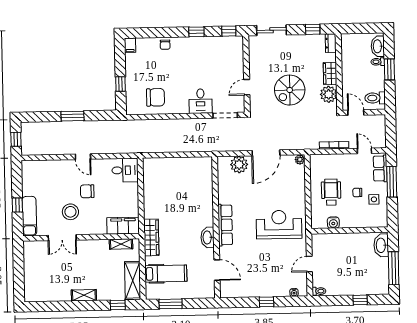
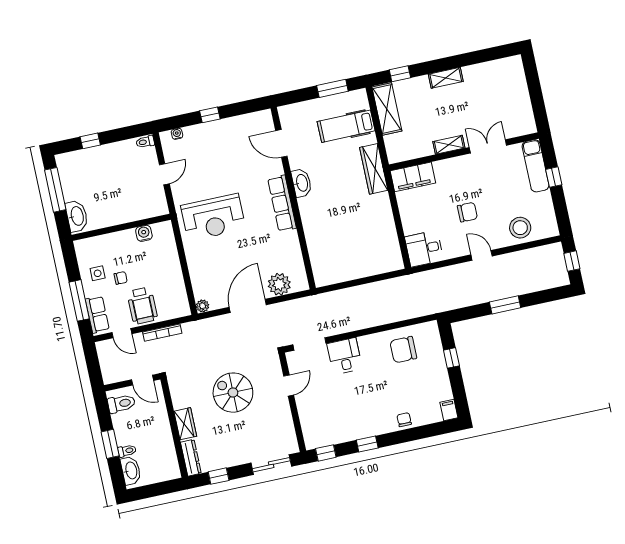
dresser: (331, 43) -> (191, 458), width x1.44
spiral stairs: (290, 90) -> (233, 393), turned -90
plant: (329, 94) -> (182, 397), removed
wheelchair: (331, 192) -> (142, 306), moved
stool: (70, 212) -> (520, 228), moved
shelving: (121, 244) -> (449, 145), moved

